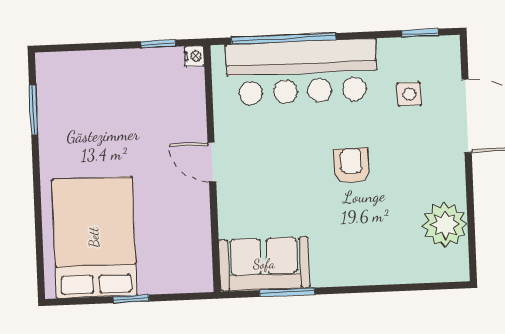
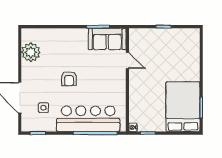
door: (212, 162) -> (127, 60), moved
bed: (94, 237) -> (183, 107), moved, turned 180

